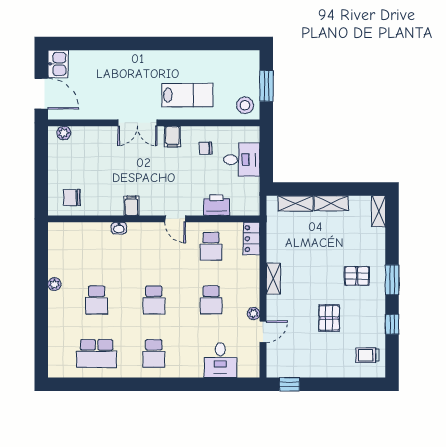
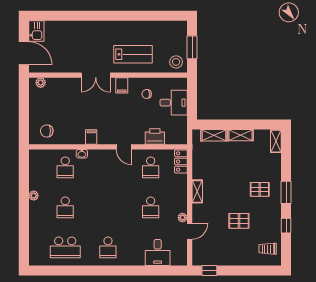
school desk: (154, 300) -> (65, 167), moved
pallet: (329, 318) -> (239, 221), turned 90

